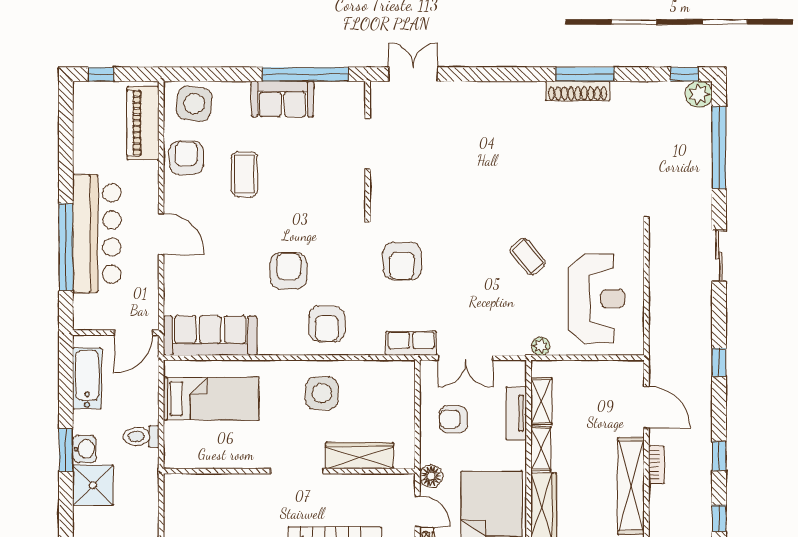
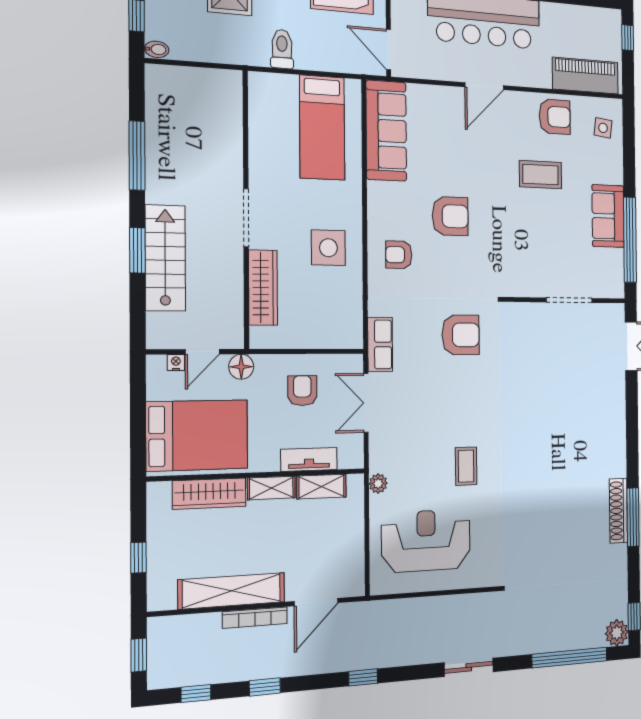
side table: (194, 104) -> (603, 128), width x0.54, depth x0.54
coffee table: (528, 257) -> (466, 466), turned -50
armchair: (402, 261) -> (461, 335), turned 180
reception desk: (596, 298) -> (426, 541), turned 180
armchair: (327, 324) -> (399, 255), width x0.72, depth x0.72
bookcase: (656, 465) -> (255, 618), width x1.56

